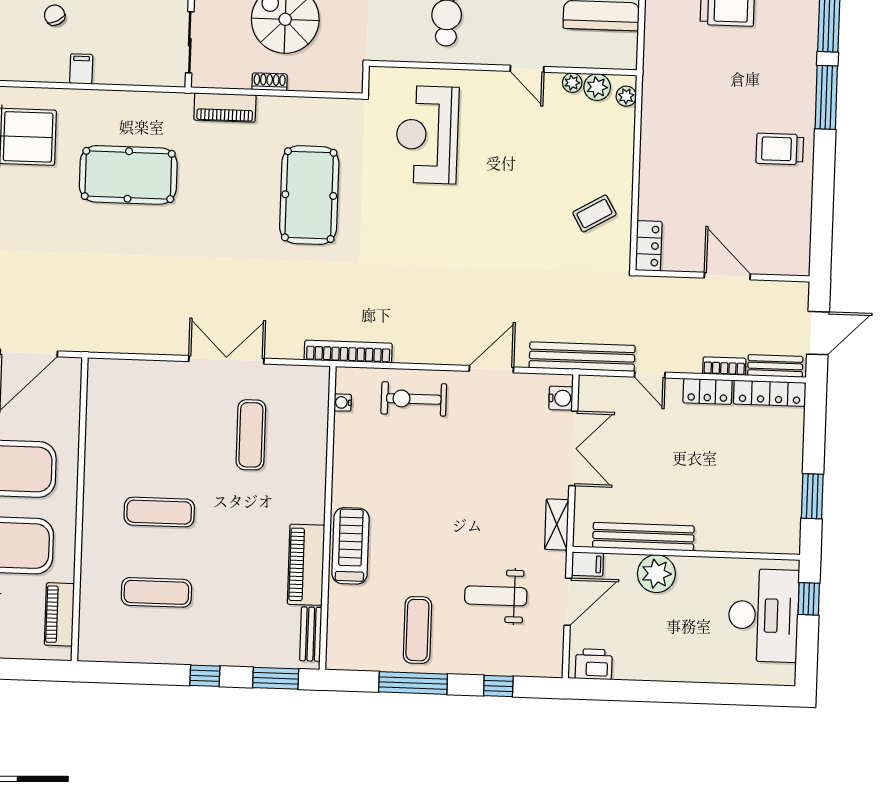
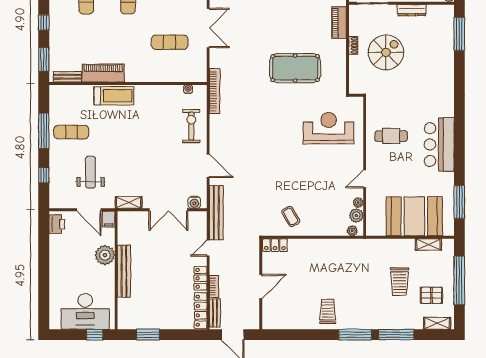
bench: (643, 537) -> (124, 271), moved

